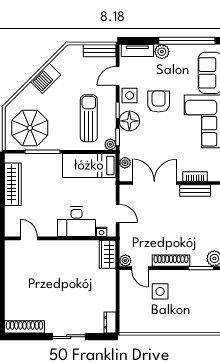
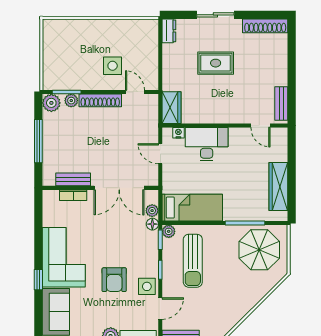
barbecue: (46, 78) -> (241, 306), removed
floor lamp: (129, 121) -> (152, 224), moved, width x0.53, depth x0.53
bench: (10, 258) -> (281, 104), added
plant: (125, 261) -> (71, 101), moved
rug: (69, 294) -> (216, 63), added

